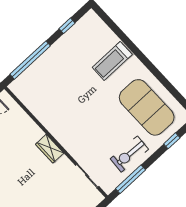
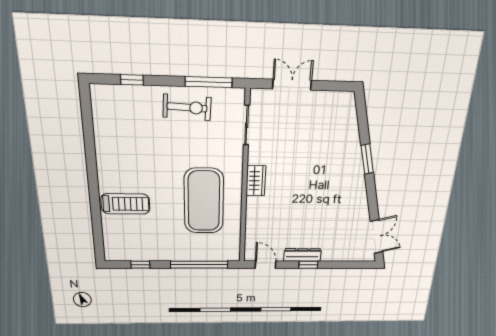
exercise mat: (147, 107) -> (204, 201), moved

